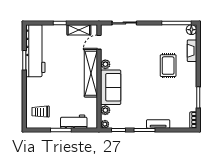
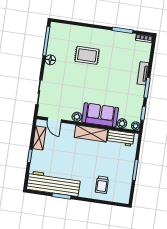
floor lamp: (191, 30) -> (50, 60), moved
fireplace: (192, 51) -> (76, 30), removed
shelving: (91, 73) -> (91, 133), width x0.68
trolley: (41, 112) -> (102, 185), moved
workbench: (74, 122) -> (121, 138), moved, turned -90

